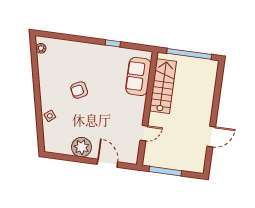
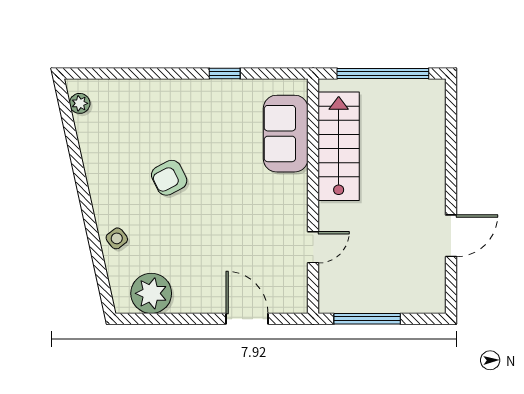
plant: (81, 147) -> (151, 293), moved

